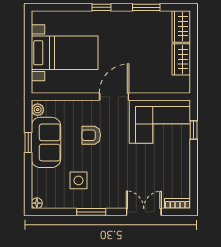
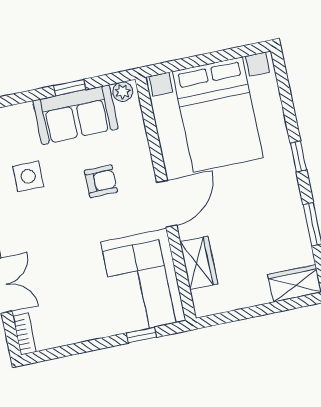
bed with nightstands: (65, 53) -> (218, 115), width x1.36
wardrobe: (181, 59) -> (199, 263), moved, turned 90
door: (114, 97) -> (167, 204), hinge flipped
armchair: (91, 135) -> (101, 181), turned 90

